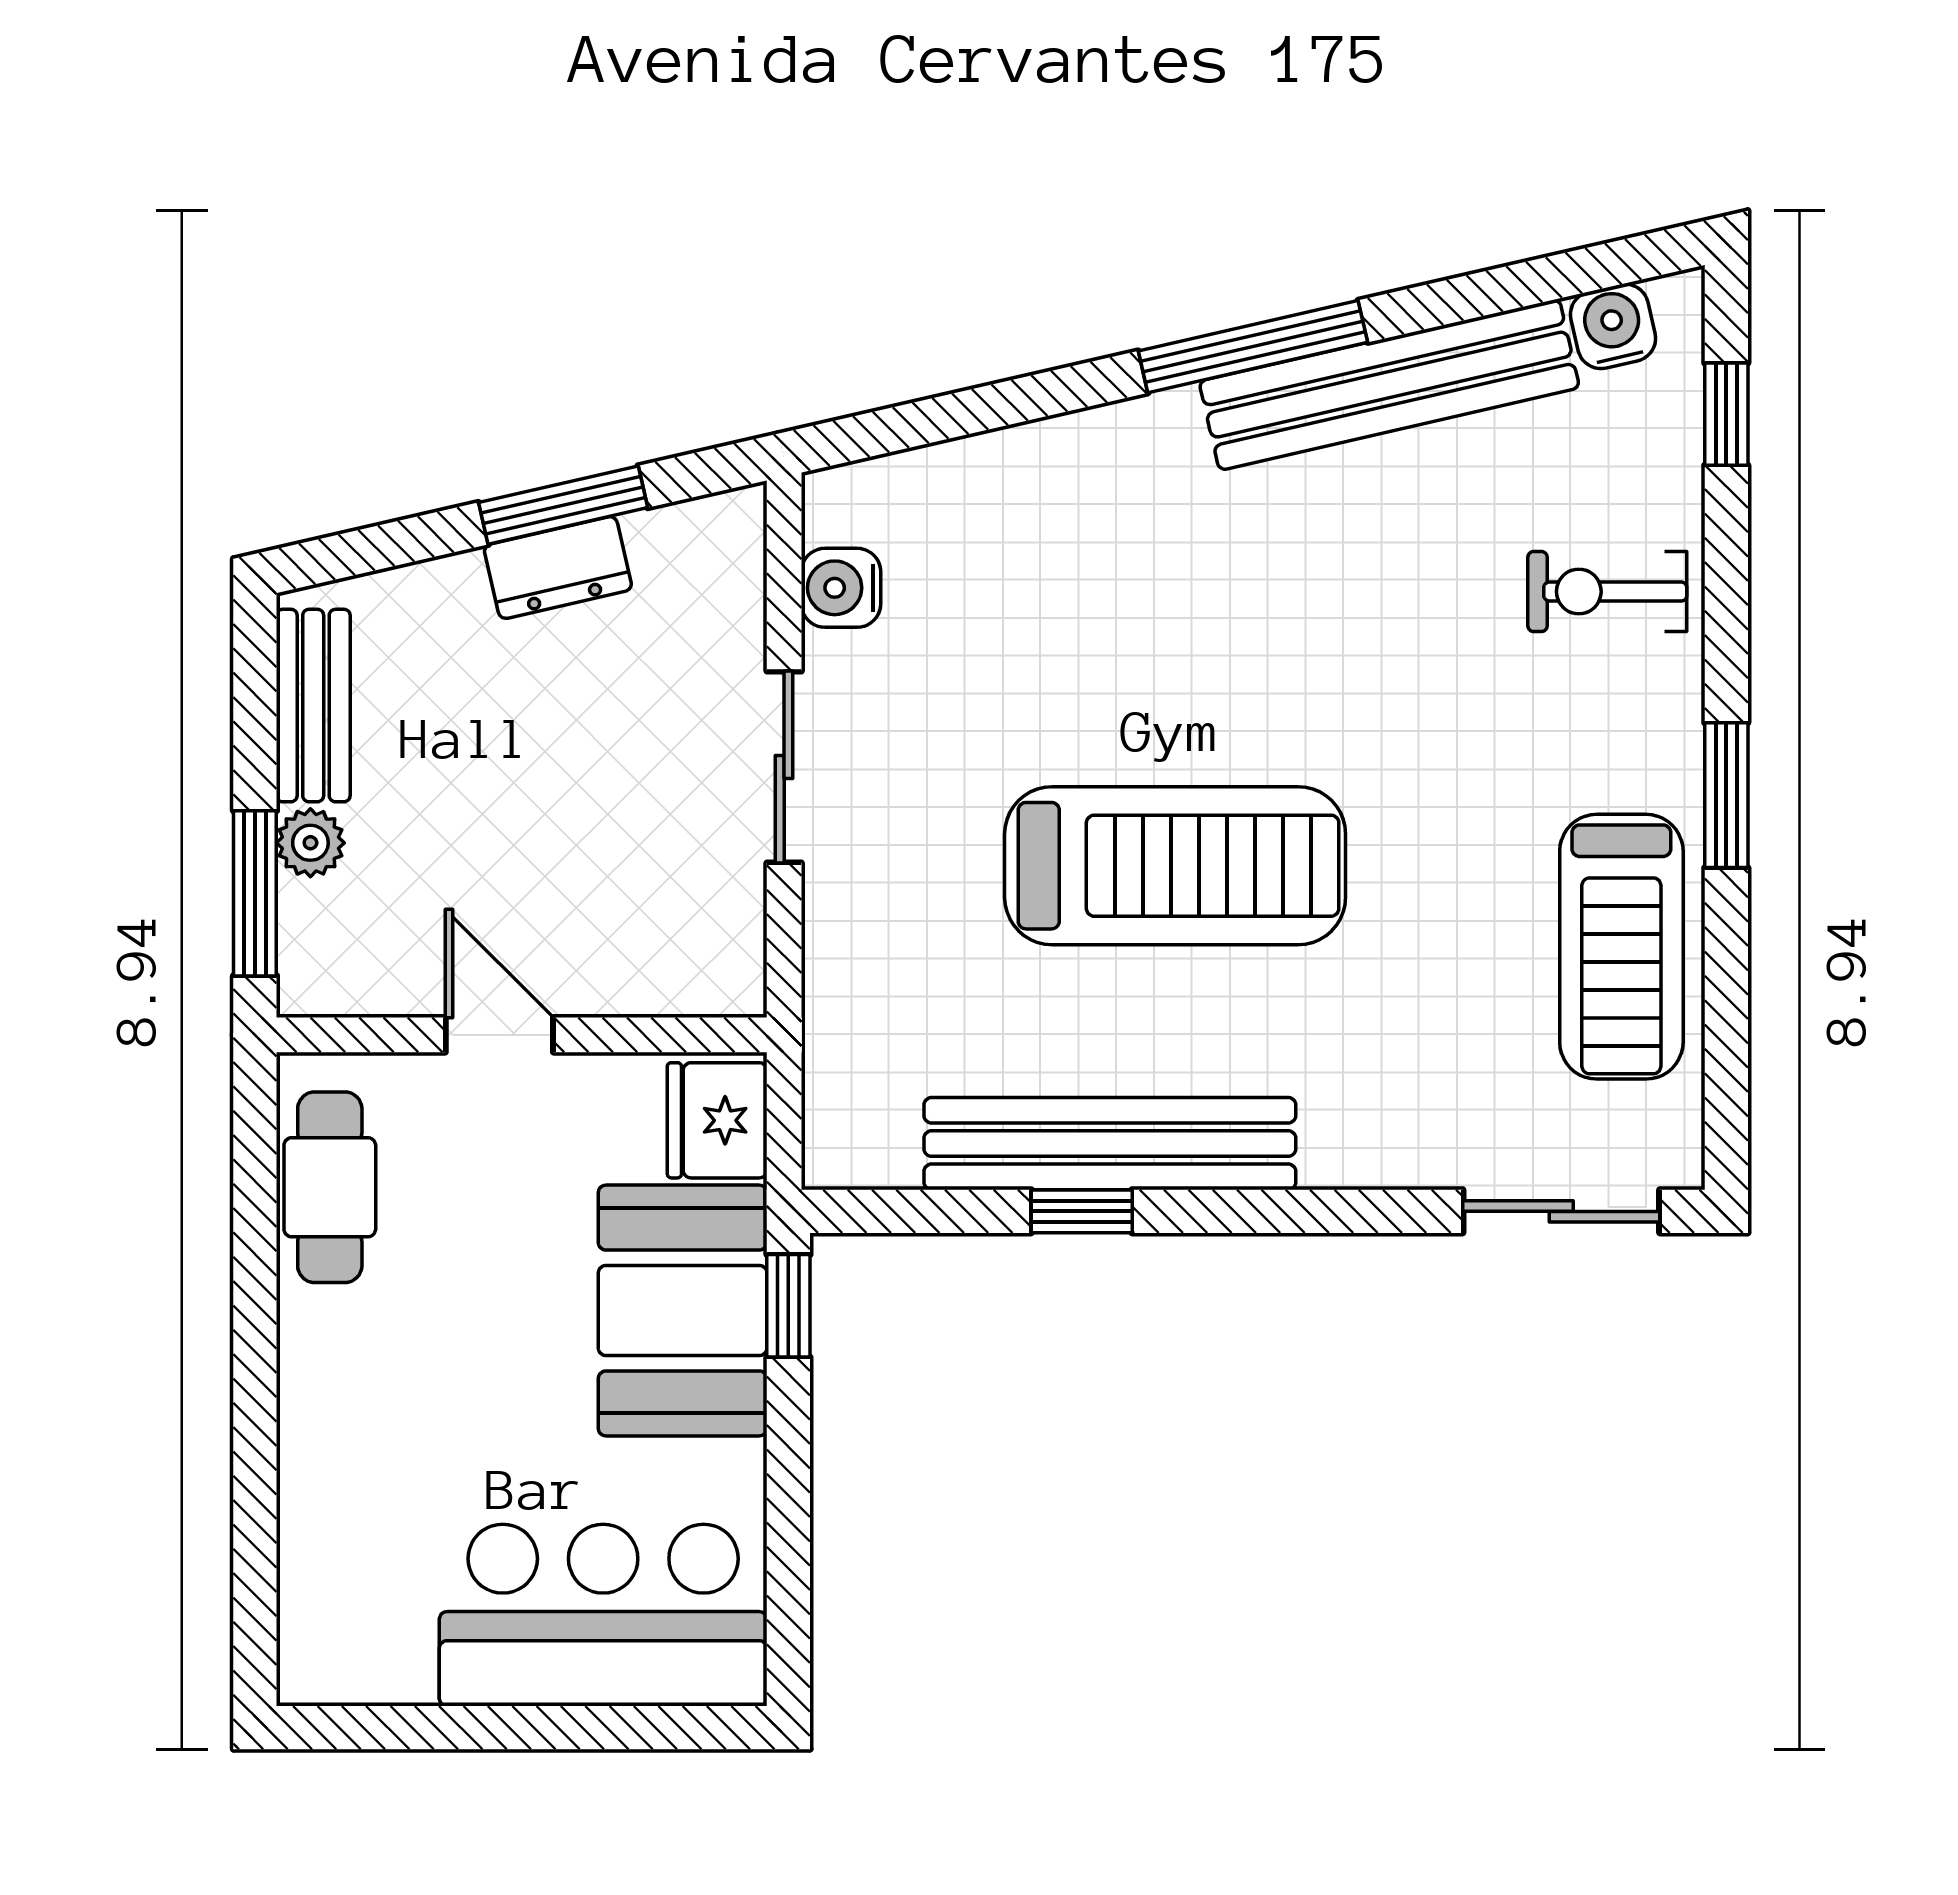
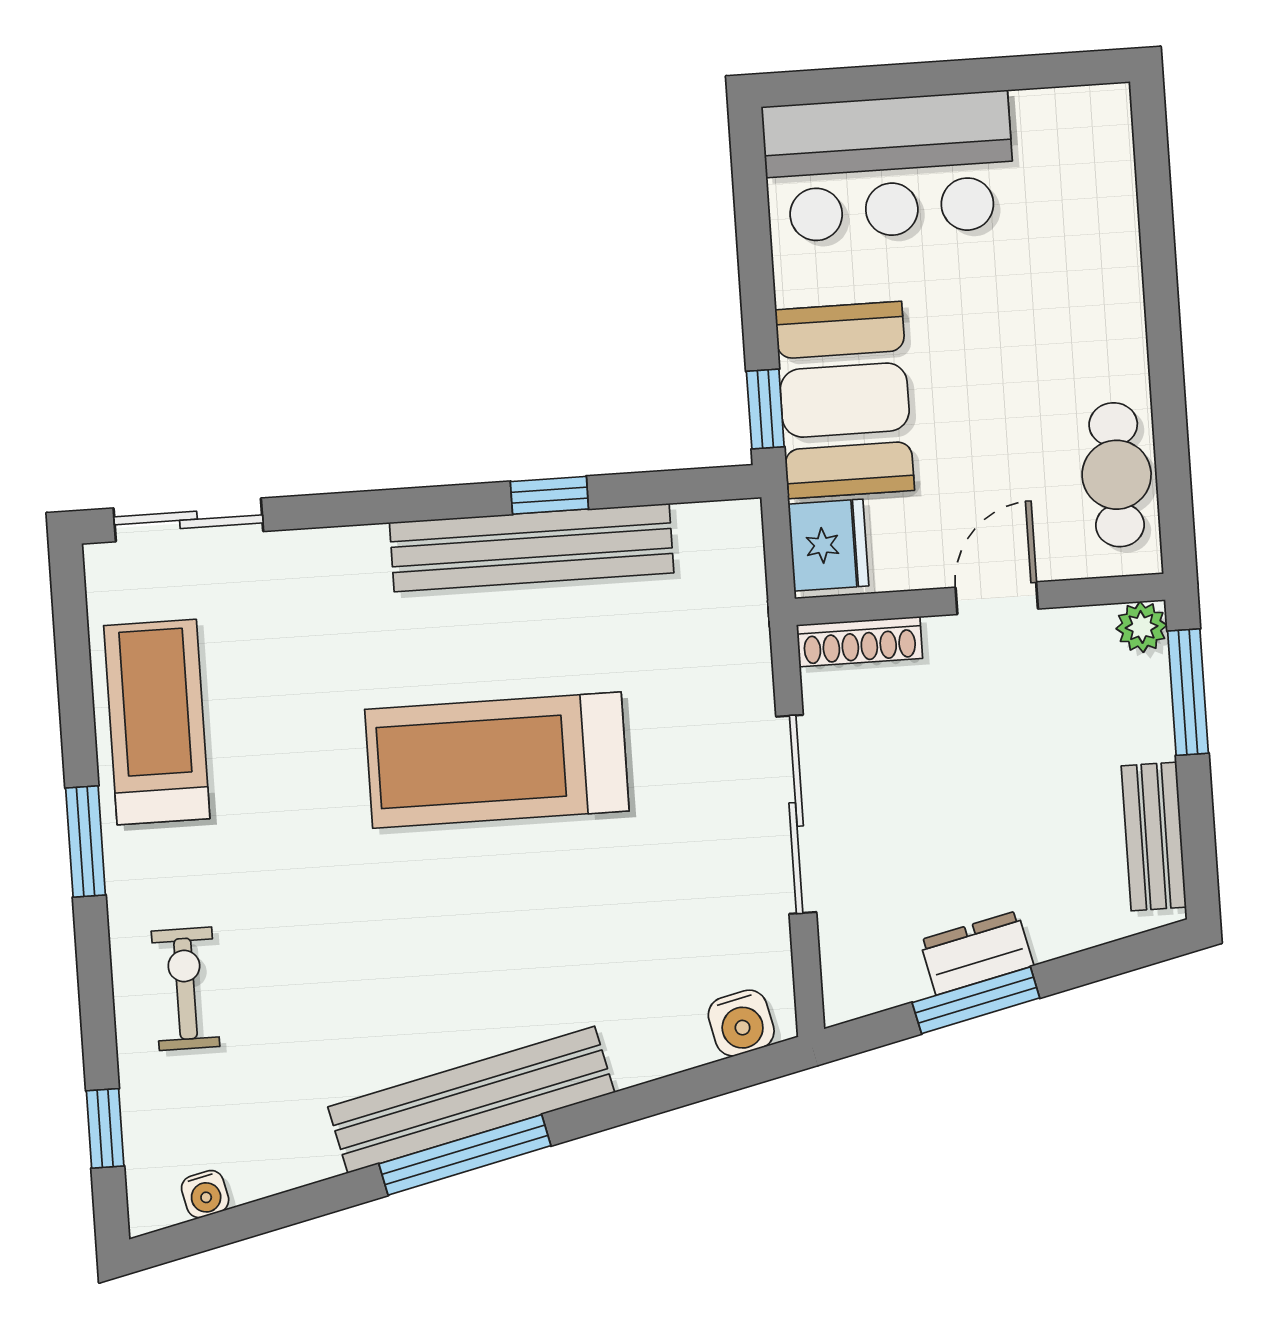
water cooler: (1613, 326) -> (205, 1194), width x0.72, depth x0.72
bench: (1389, 385) -> (471, 1100), moved
water cooler: (841, 588) -> (741, 1023), moved, turned 77
exercise bike: (1607, 592) -> (186, 989), turned -90
sliding door: (784, 767) -> (796, 814), width x1.37
plant: (310, 843) -> (1142, 627), moved
shoe rack: (685, 990) -> (859, 642), added
door: (499, 1035) -> (997, 598), swing flipped

